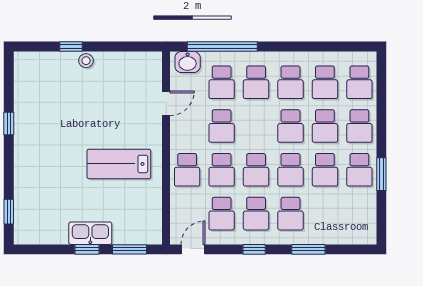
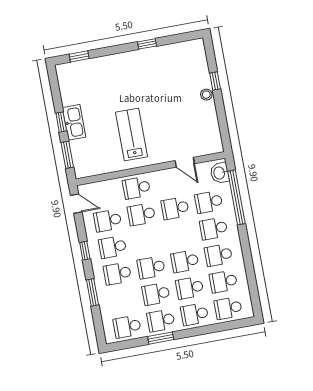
school desk: (256, 170) -> (127, 327), moved

